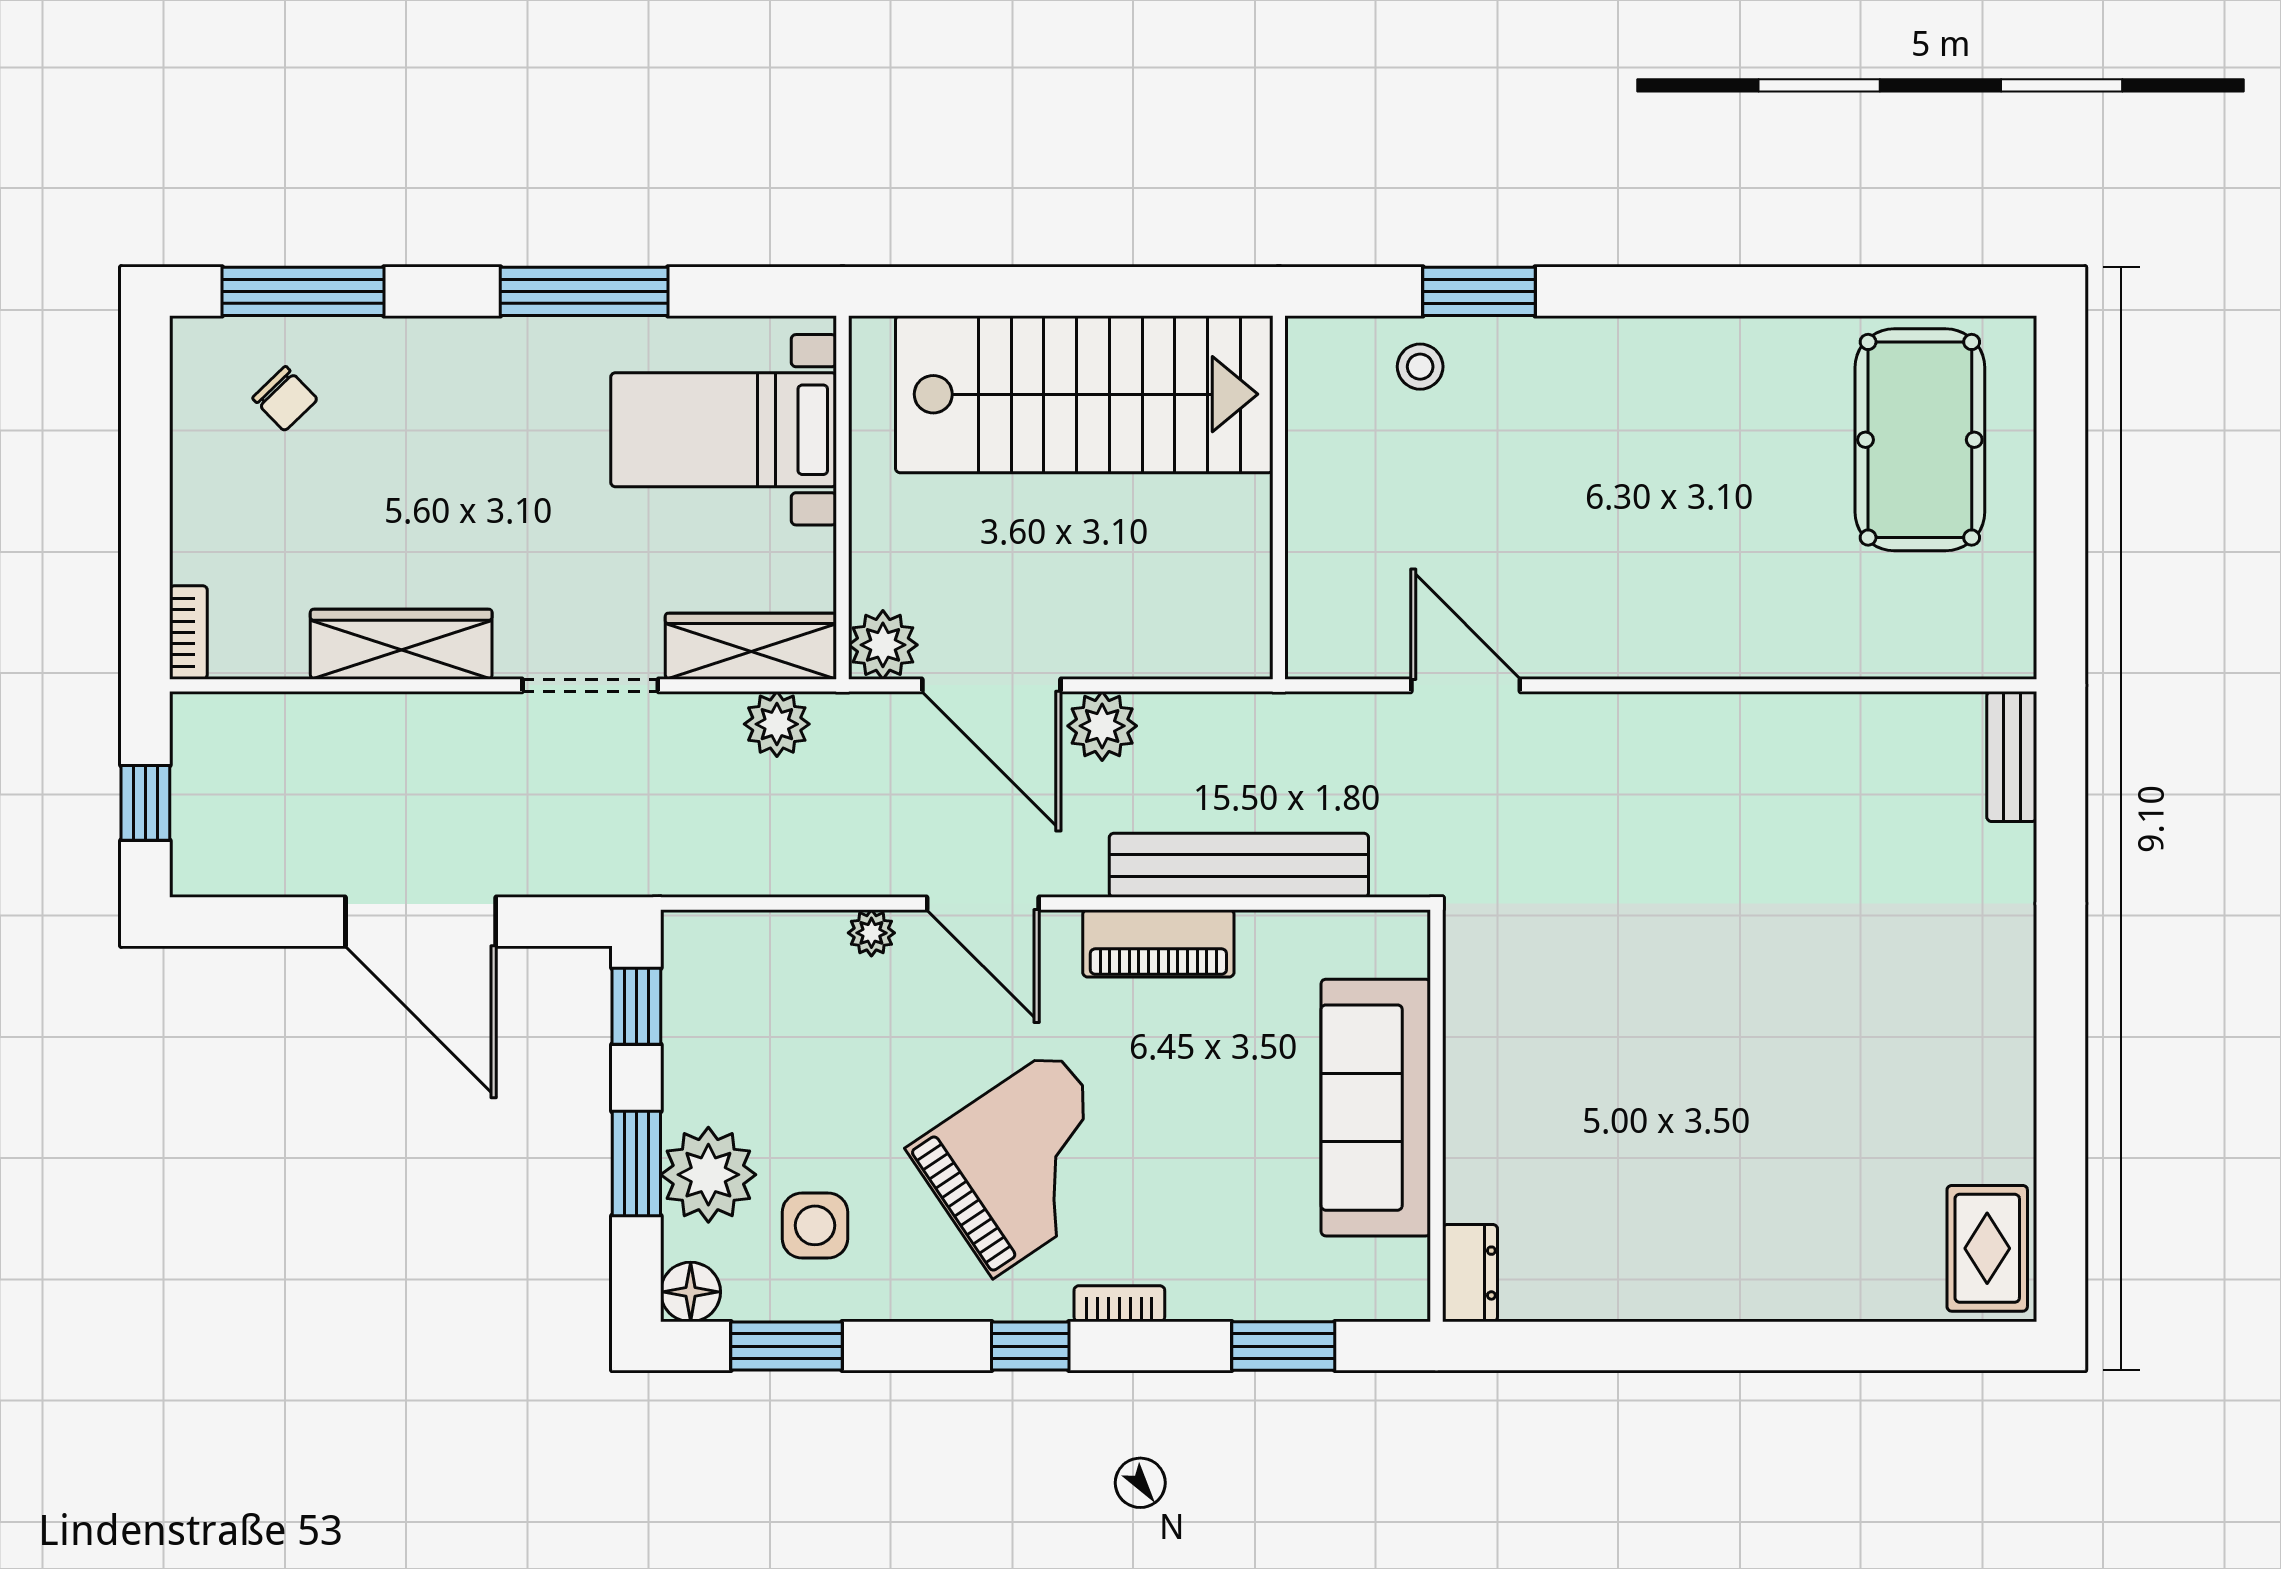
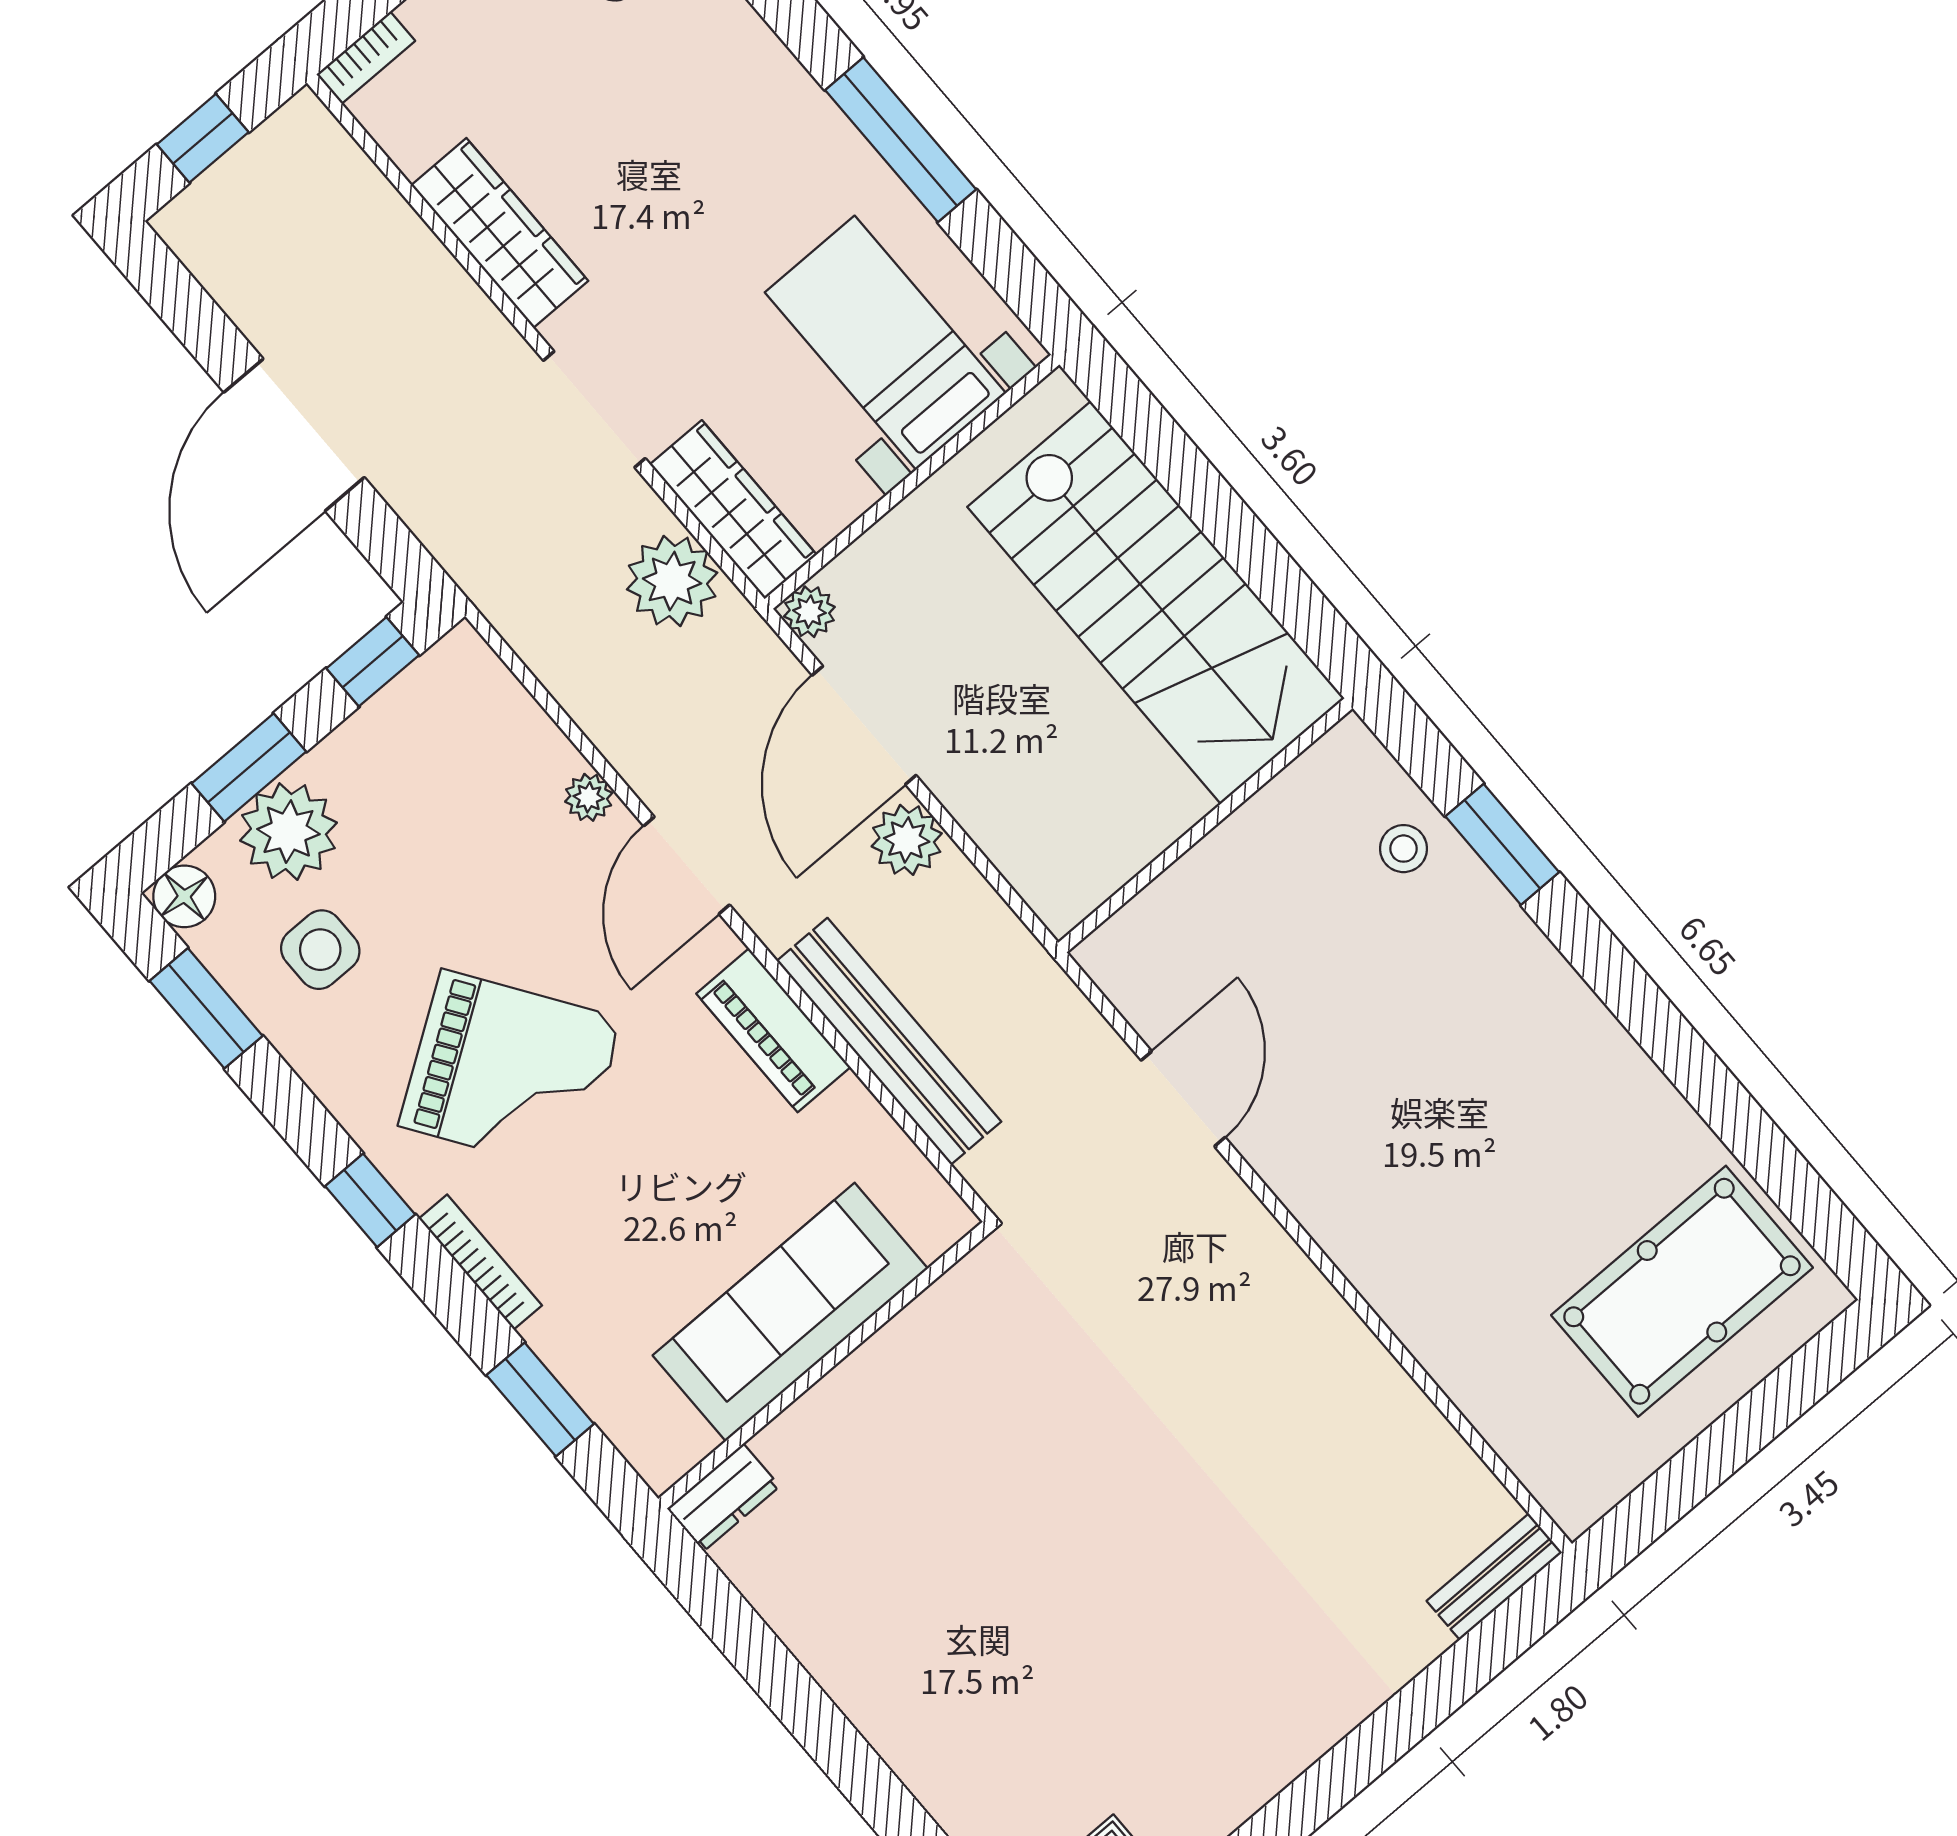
plant: (883, 645) -> (809, 612), width x0.73, depth x0.73
plant: (777, 724) -> (672, 581), width x1.36, depth x1.36
bookcase: (1119, 1304) -> (480, 1262), width x1.56

